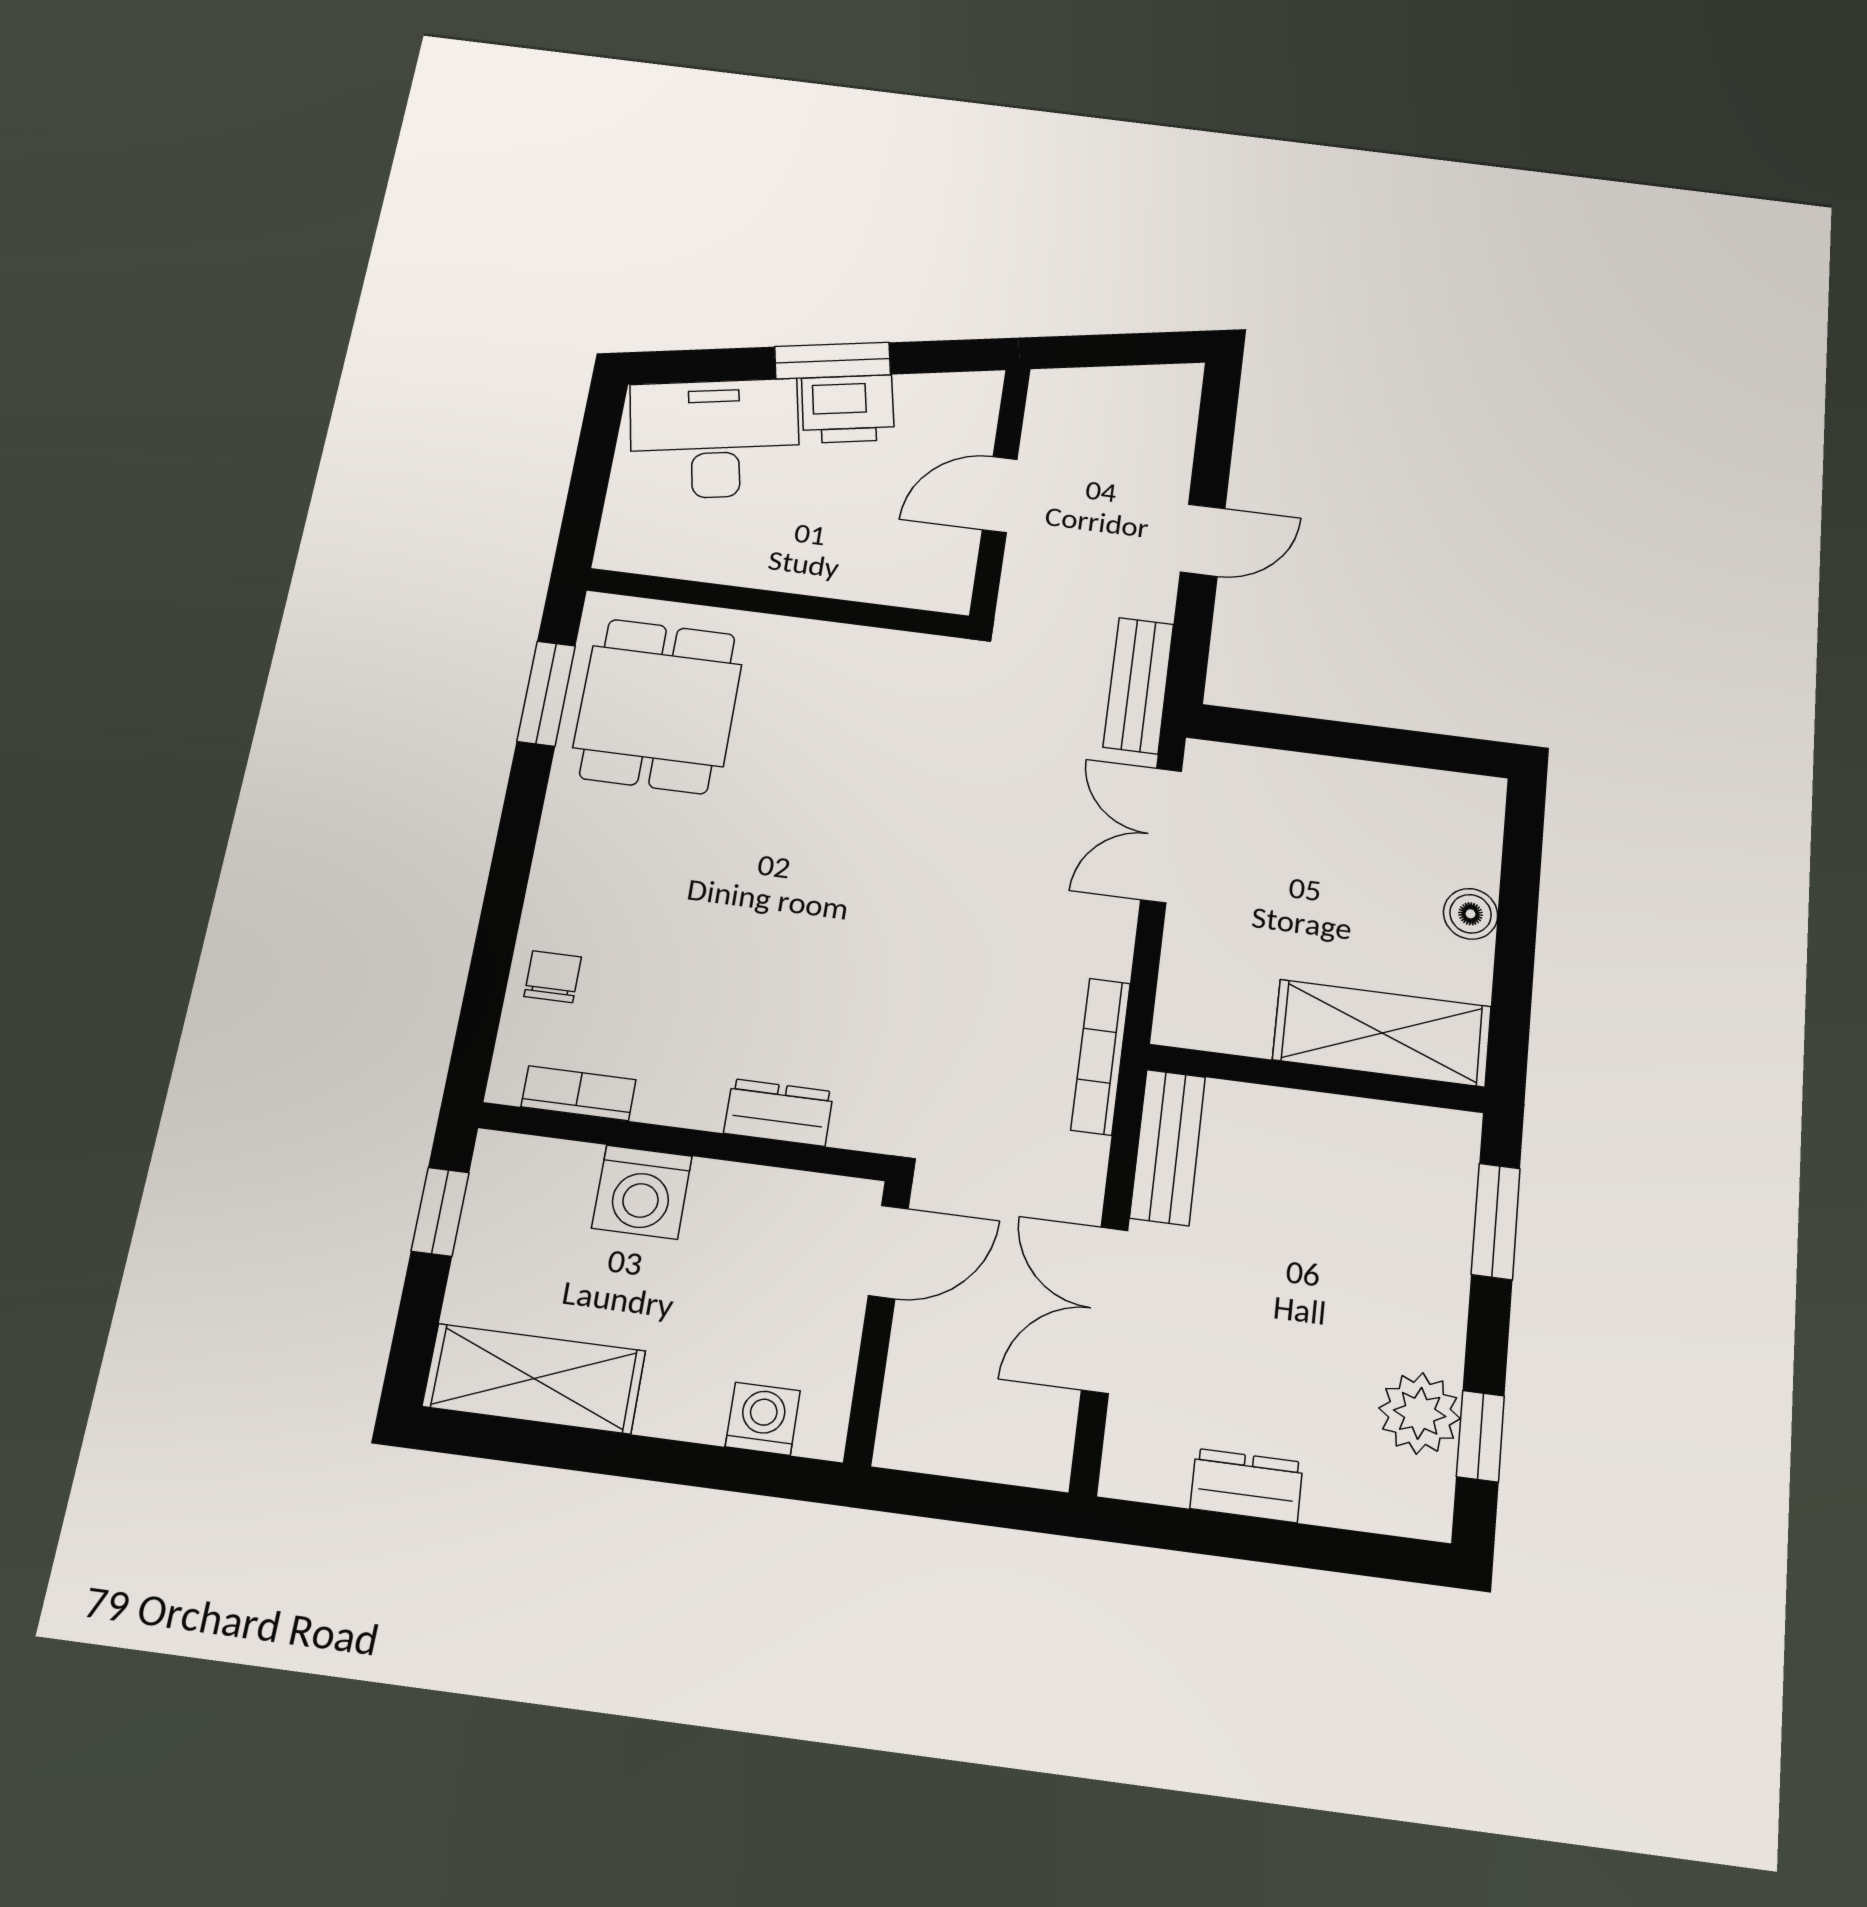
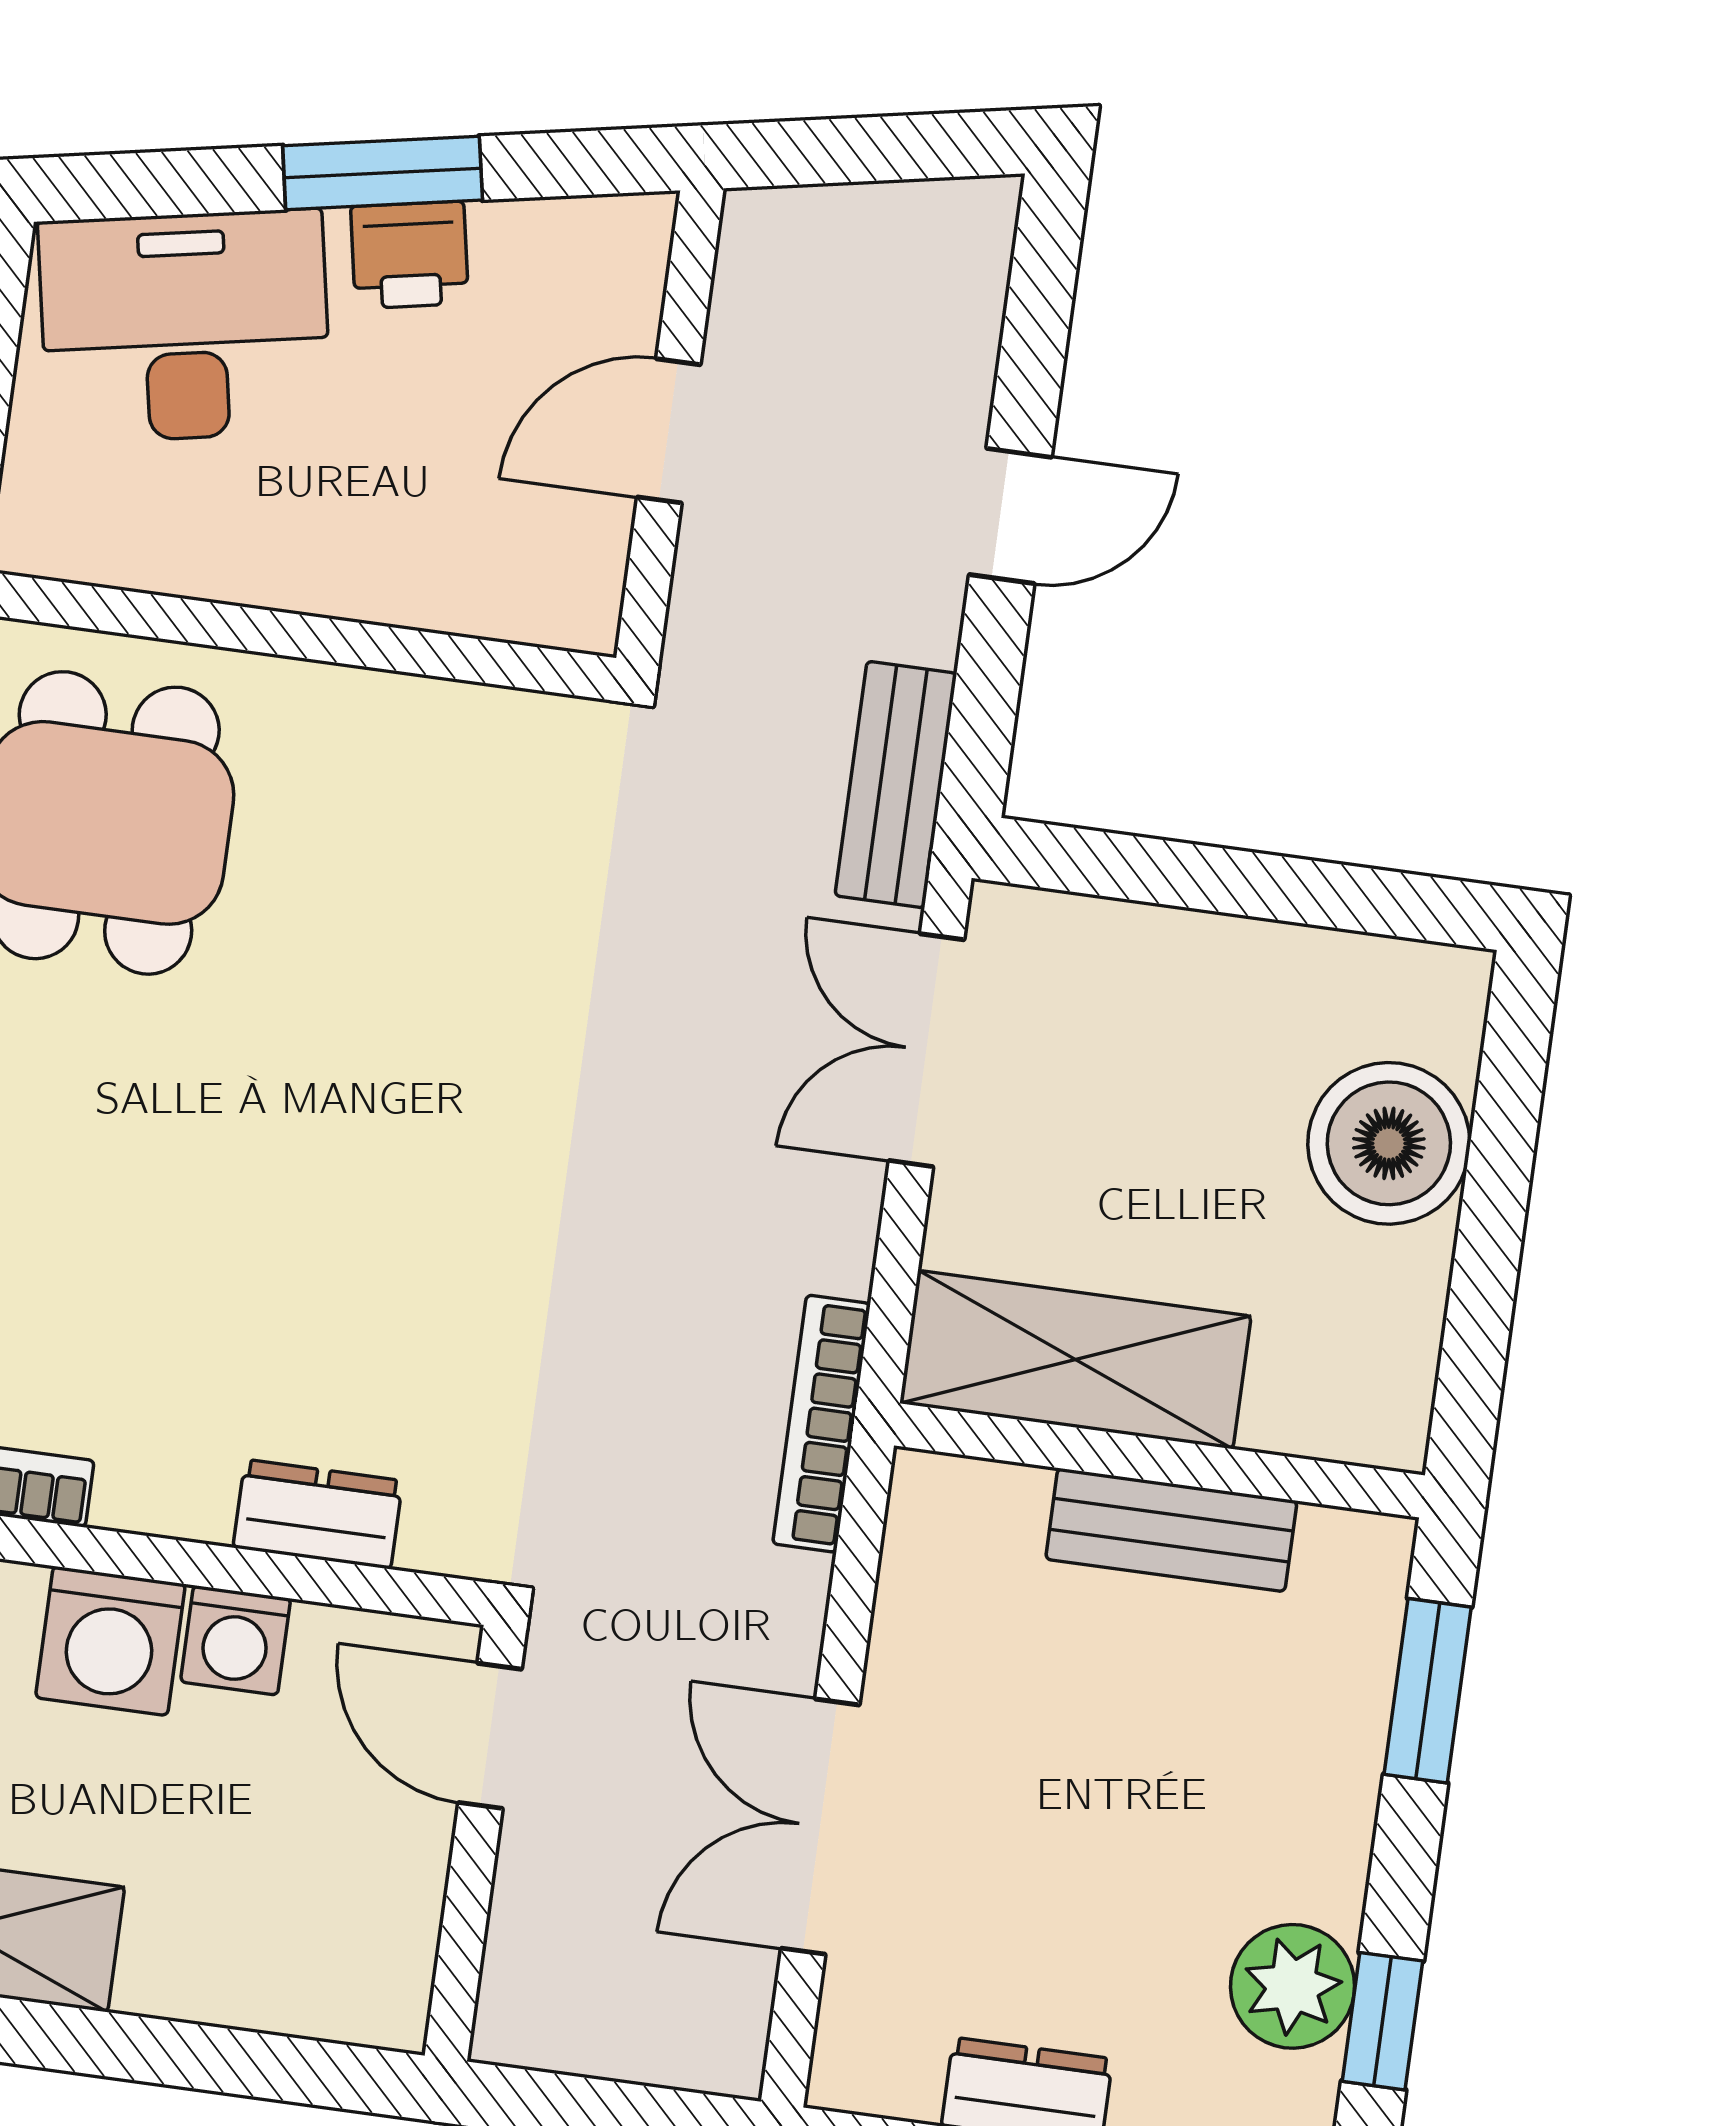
printer: (848, 409) -> (410, 255), width x0.73, depth x0.81
boiler: (1471, 914) -> (1389, 1143), width x1.86, depth x1.86
shelving: (1382, 1033) -> (1075, 1360), moved
bench: (1168, 1147) -> (1171, 1530), moved, turned 90
door: (888, 1252) -> (490, 1736), swing flipped
washing machine: (763, 1419) -> (236, 1640), moved, turned 180

